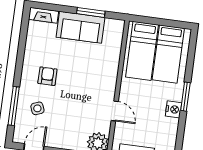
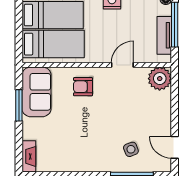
sofa: (81, 27) -> (36, 92), moved
armchair: (47, 76) -> (83, 87), moved

